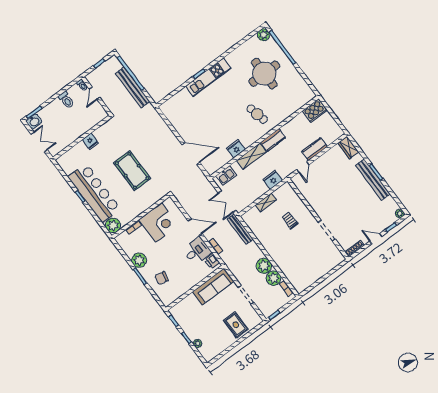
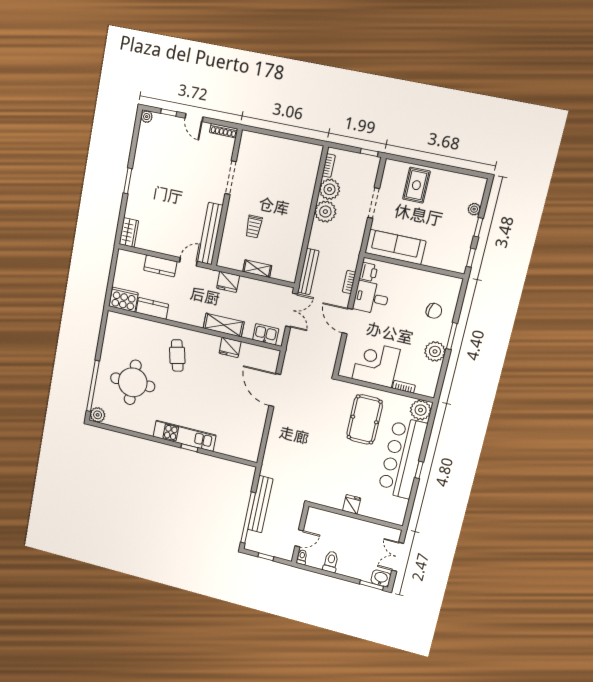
kitchen counter: (273, 140) -> (152, 308), moved
pool table: (132, 171) -> (365, 419), moved
bench: (373, 180) -> (210, 234), moved

